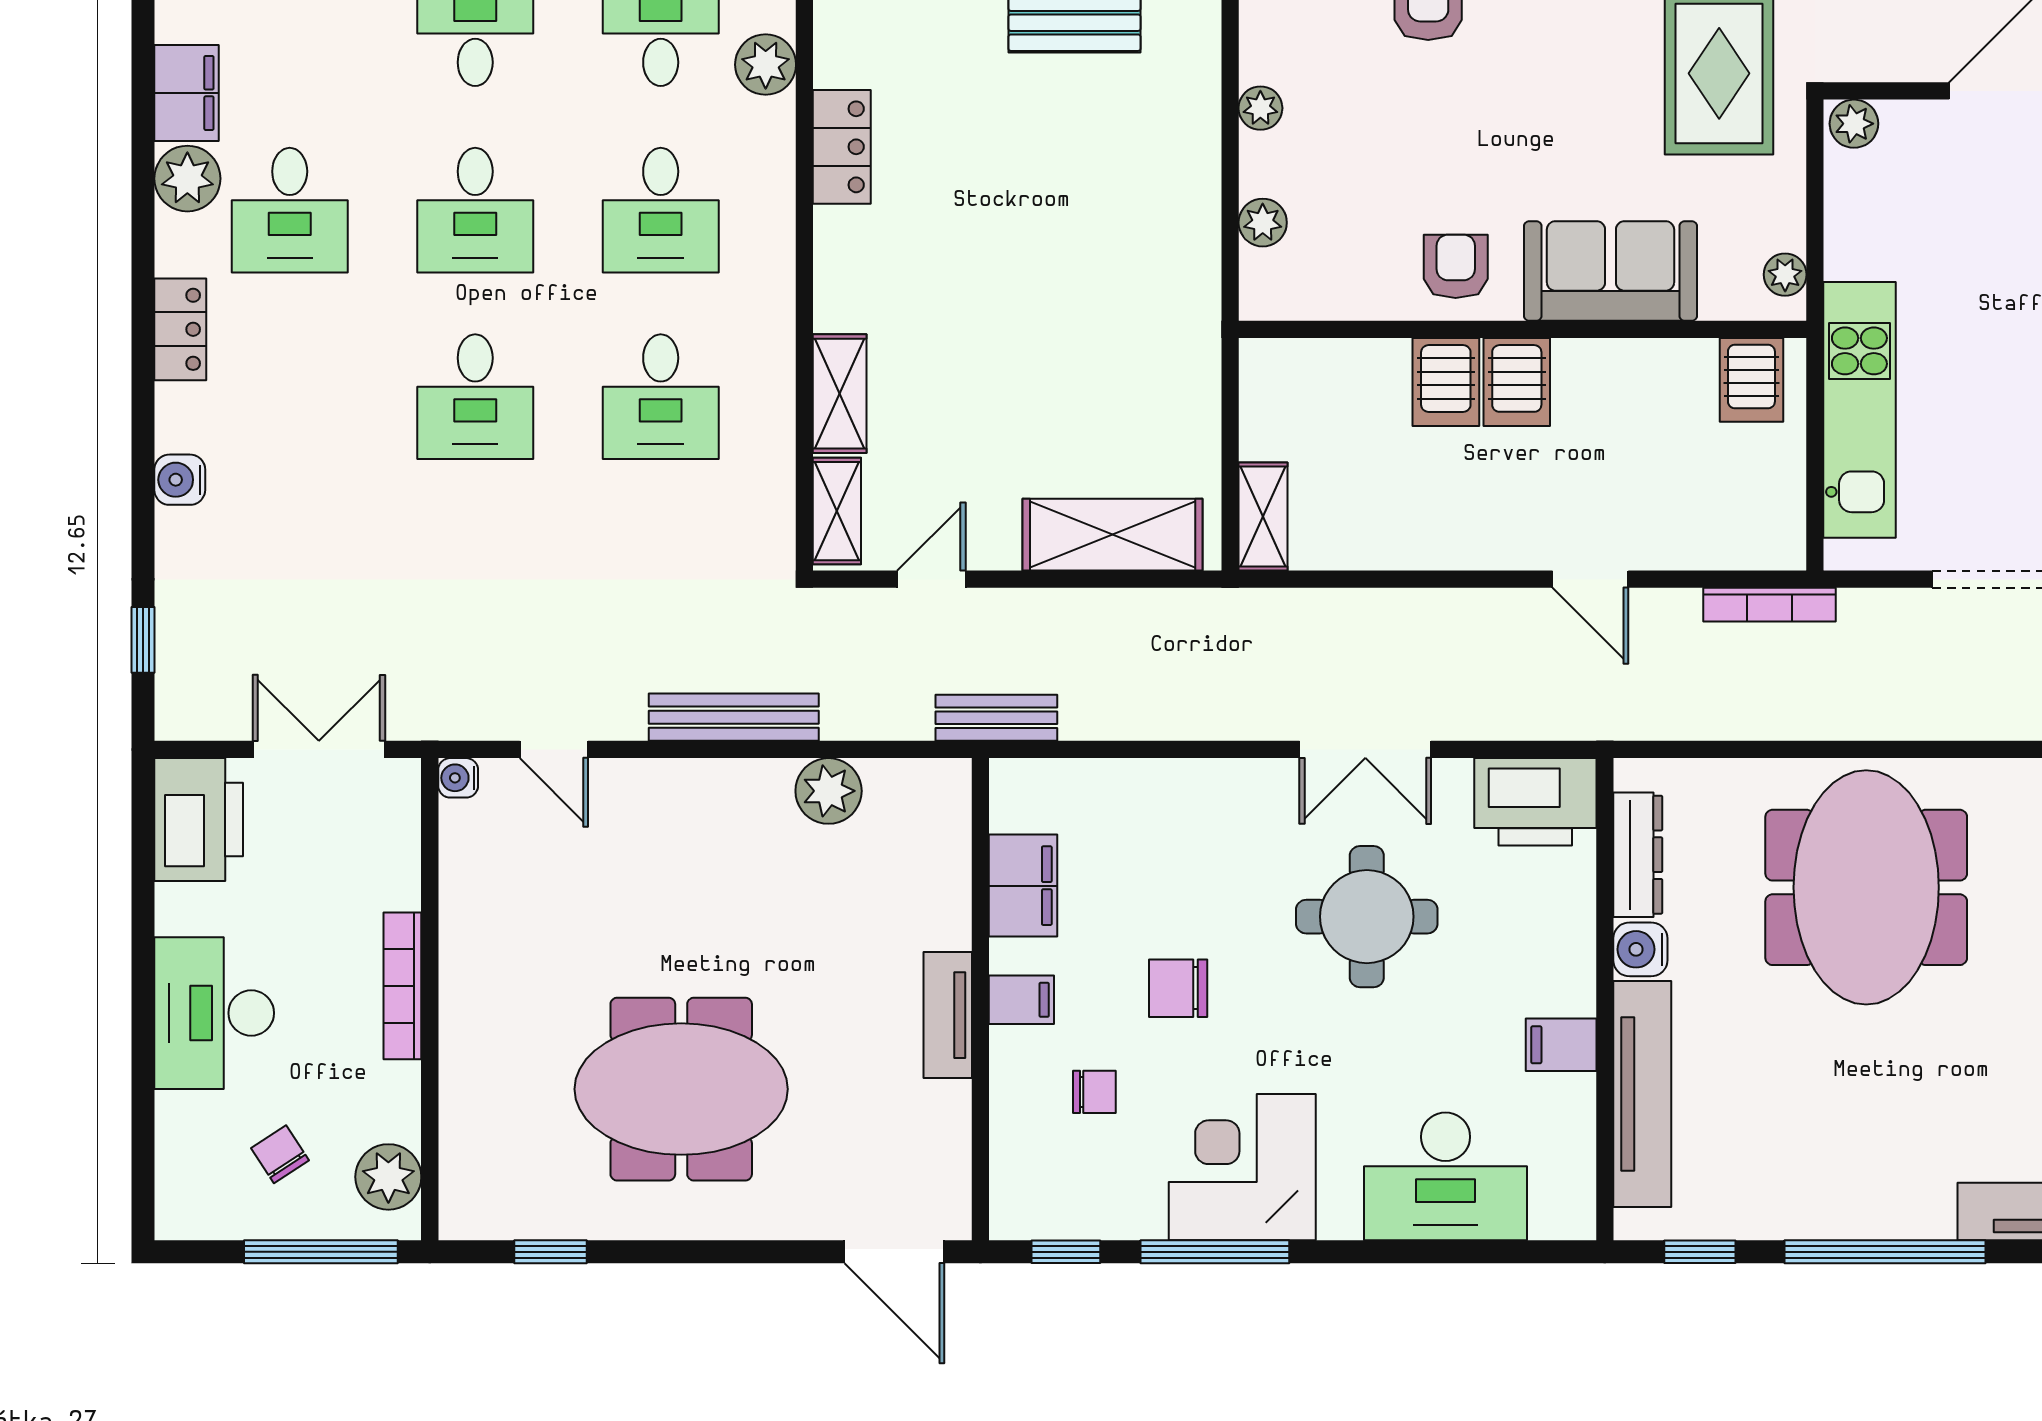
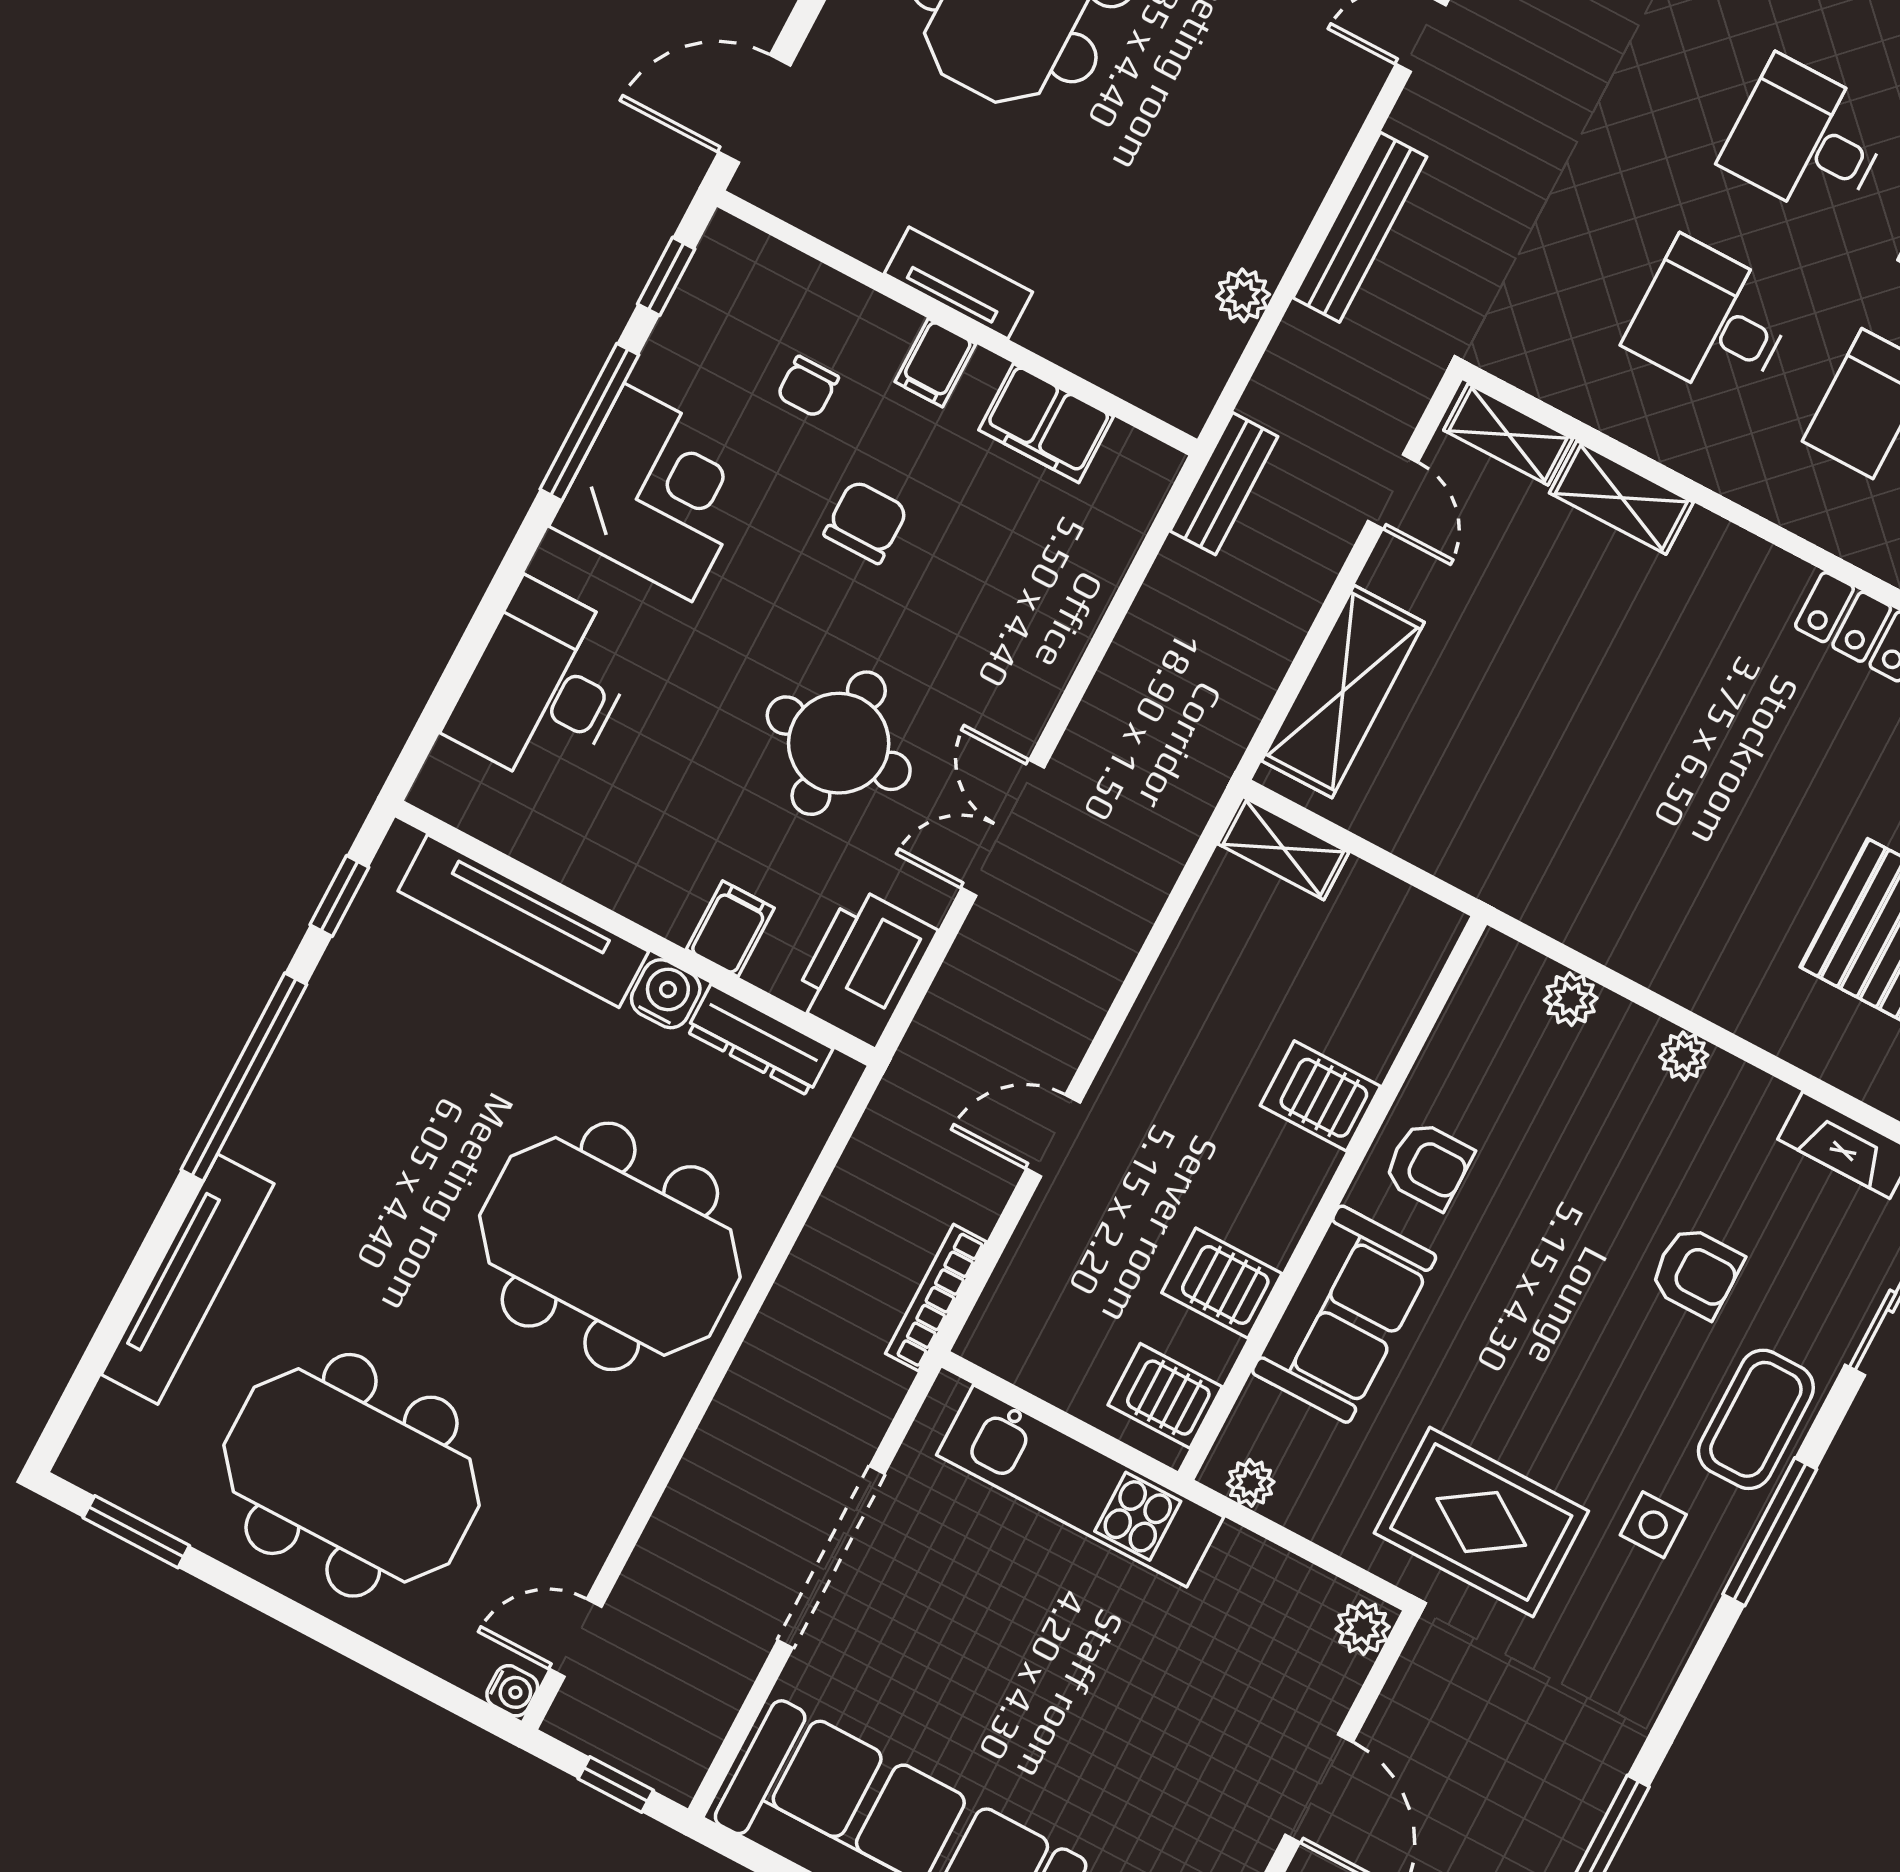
server rack: (1517, 382) -> (1222, 1283), moved
plant: (829, 791) -> (1243, 295), width x0.73, depth x0.73
filing cabinet: (1561, 1045) -> (730, 929), moved

